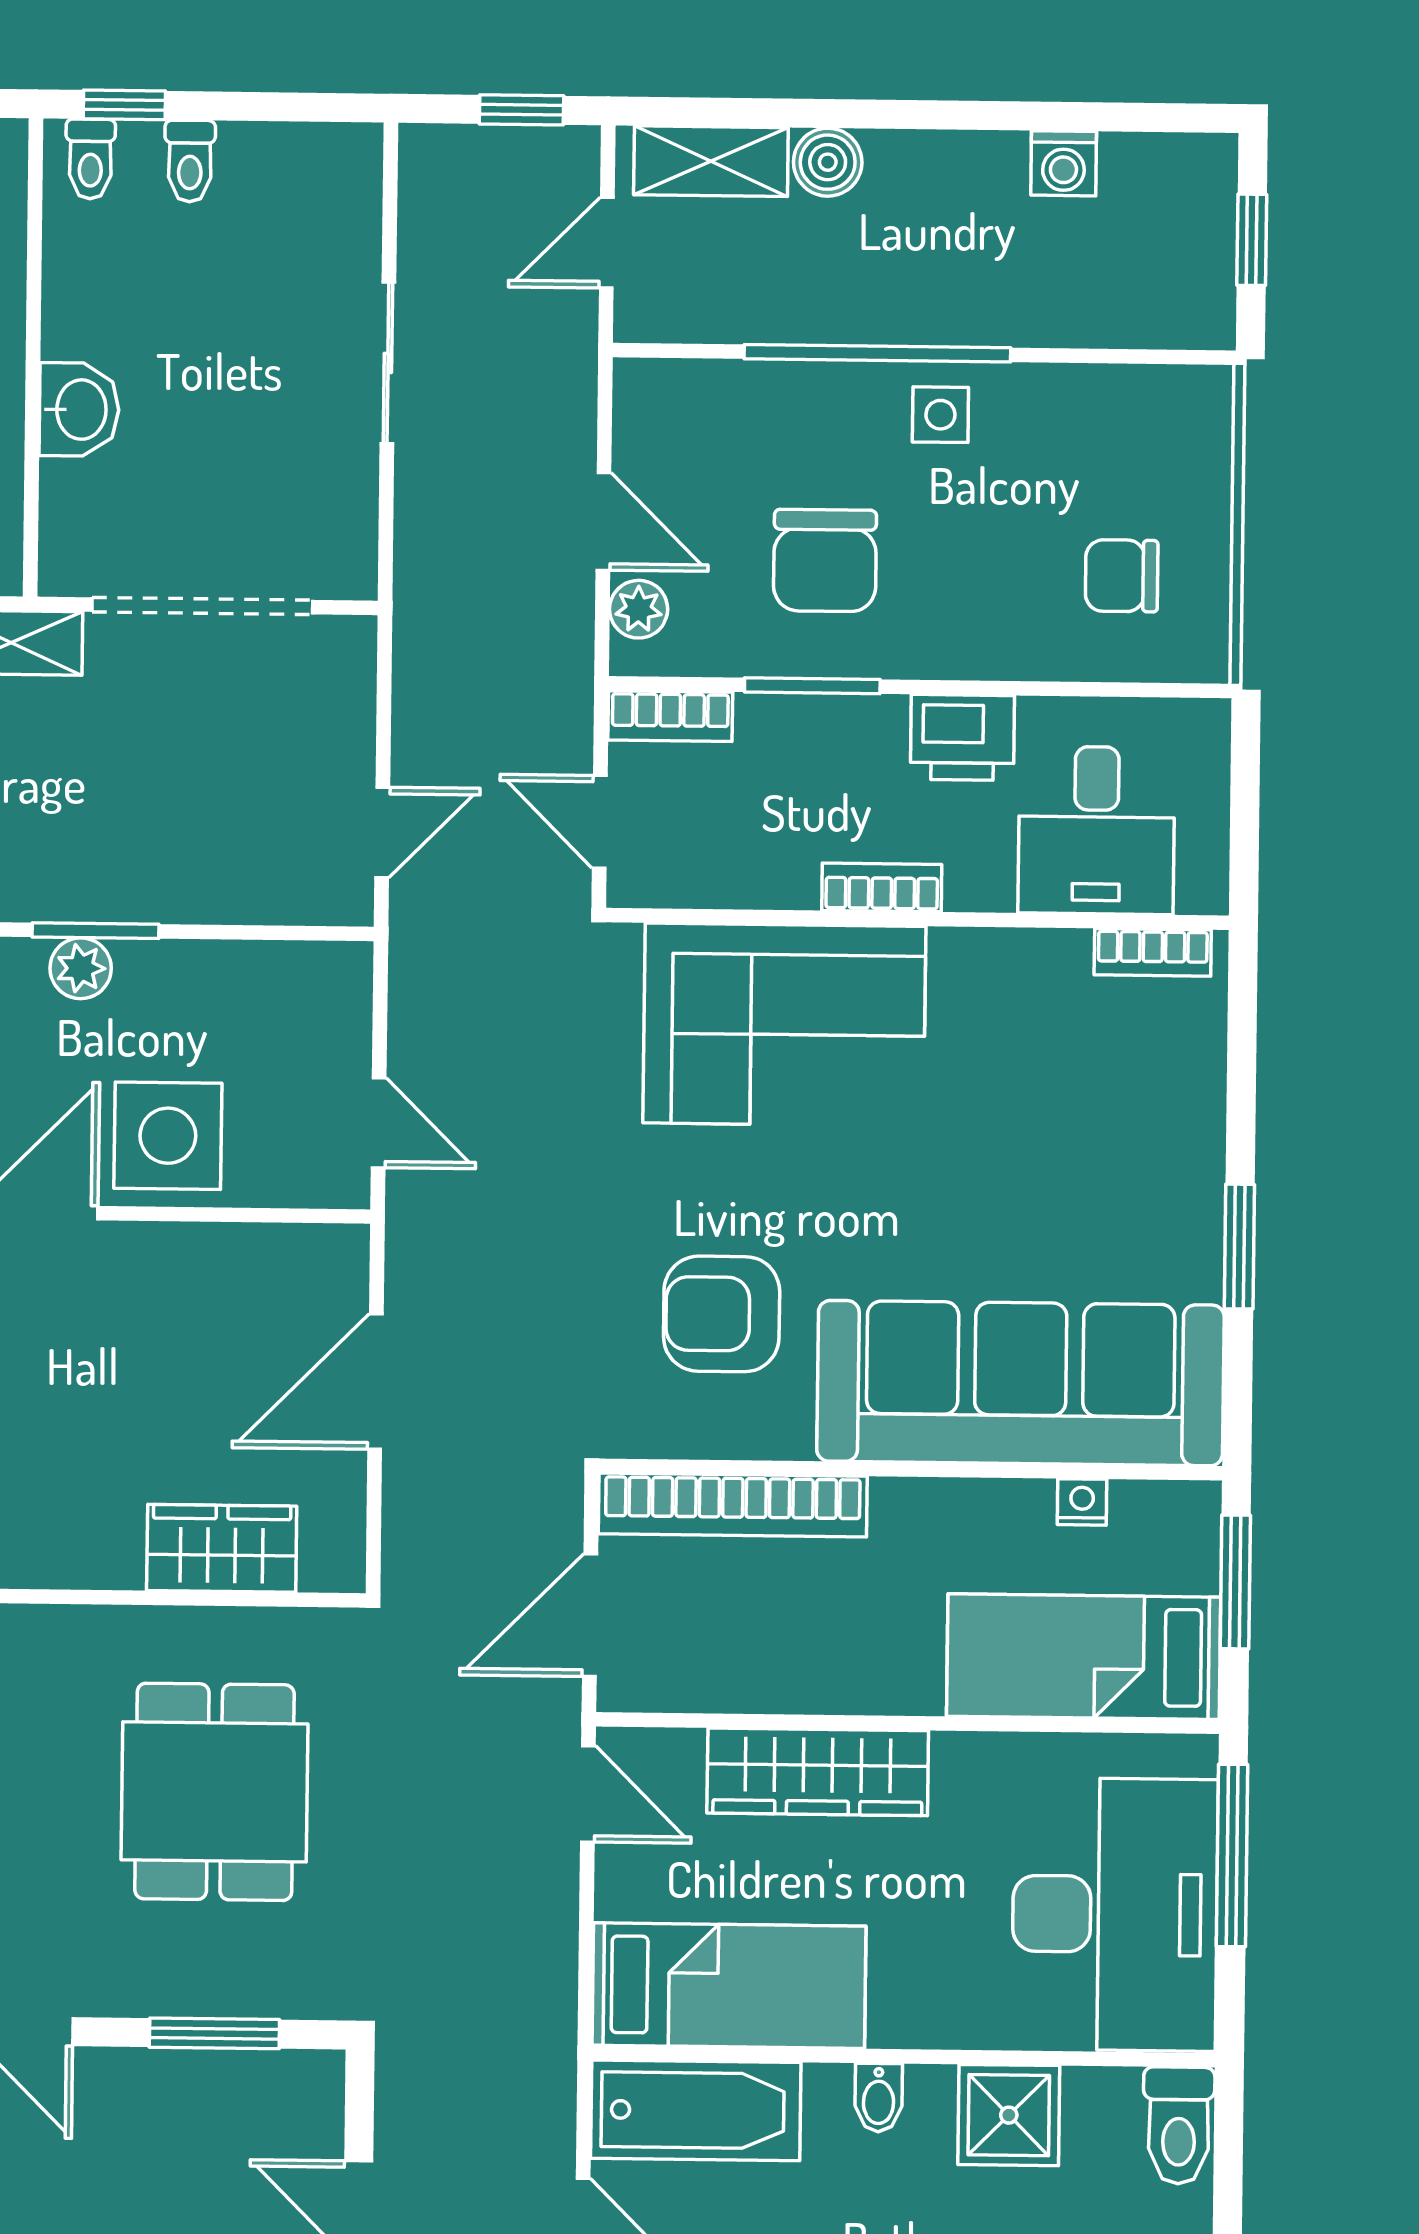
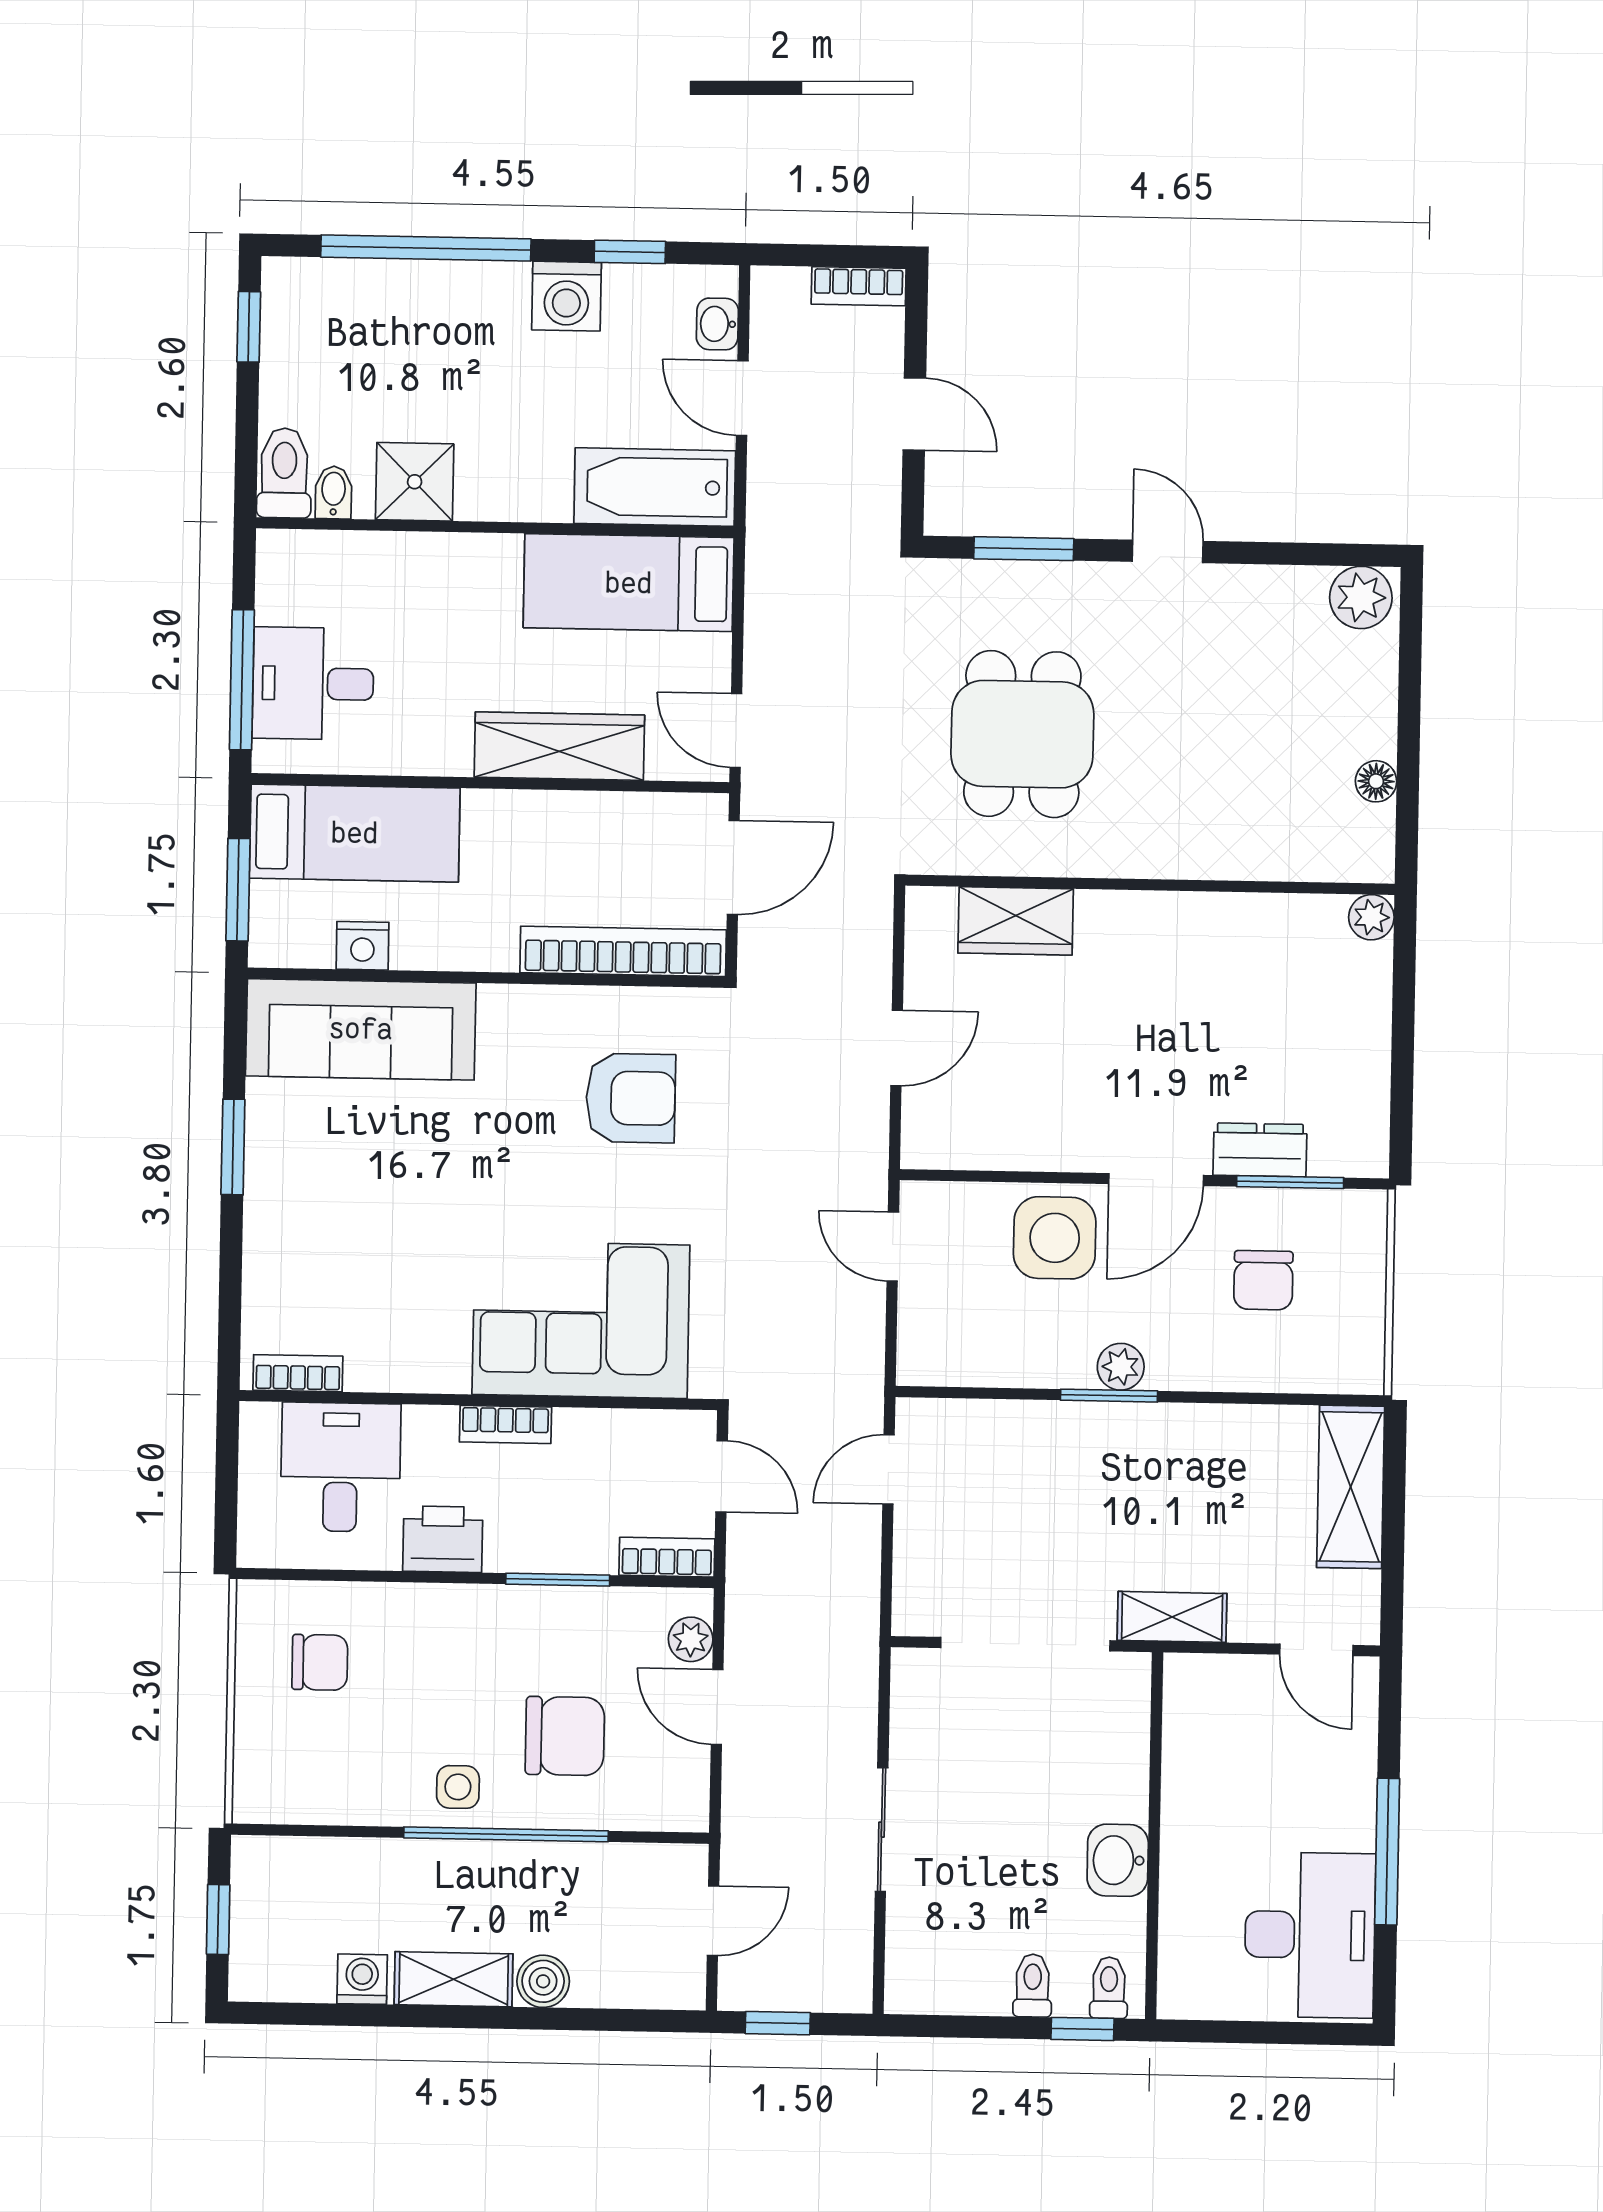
shelving: (711, 161) -> (454, 1979), moved
washbasin: (79, 410) -> (1118, 1860), moved
chair: (825, 560) -> (565, 1736), moved, turned 90
door: (376, 1382) -> (897, 1048), width x0.73
sofa: (1020, 1383) -> (361, 1029), width x0.74, depth x0.79
nightstand: (1082, 1502) -> (362, 946), width x1.39, depth x1.35
desk: (1115, 1914) -> (313, 684), width x0.53, depth x0.77
bidet: (879, 2098) -> (334, 492), moved

